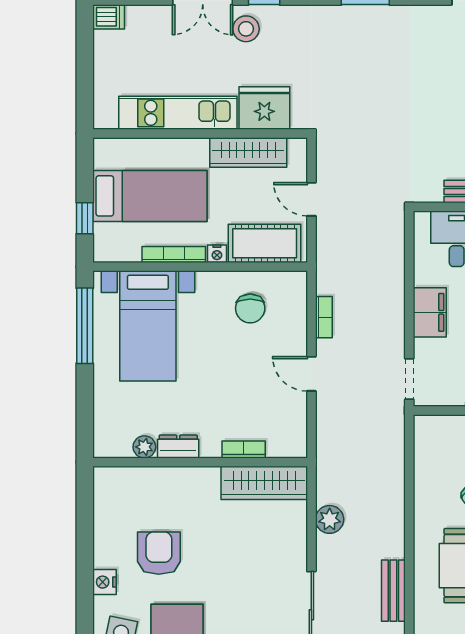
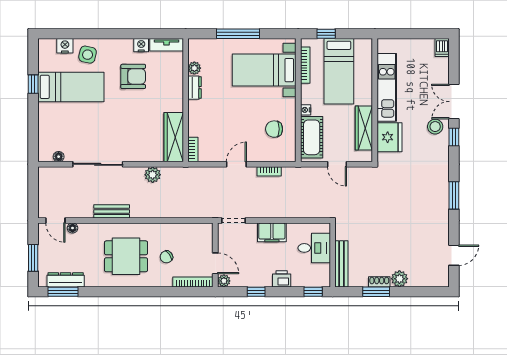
door: (311, 199) -> (337, 164), swing flipped
bookcase: (174, 254) -> (305, 65), moved
window: (85, 326) -> (238, 34), moved
bookcase: (244, 449) -> (193, 150), moved
tv unit: (104, 495) -> (167, 45), added
nightstand: (104, 582) -> (141, 45), moved

